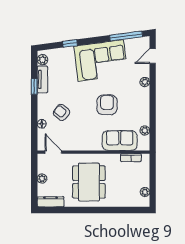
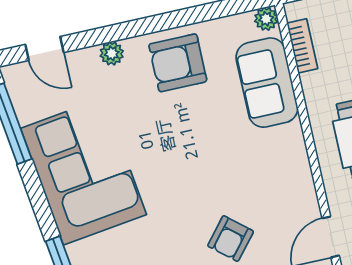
armchair: (107, 105) -> (178, 63), moved
plant: (145, 130) -> (266, 19), moved

